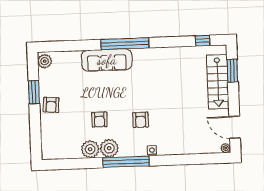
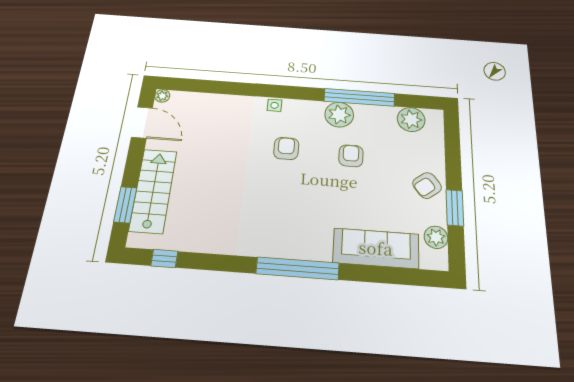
sofa: (107, 60) -> (376, 248), moved
plant: (45, 61) -> (436, 237), moved
armchair: (51, 105) -> (427, 185), turned -132
plant: (90, 149) -> (411, 119), moved
window: (126, 162) -> (359, 97), moved

